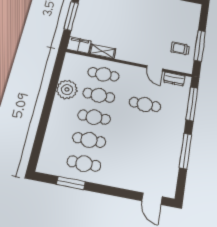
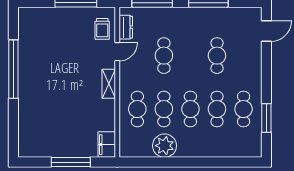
trolley: (180, 49) -> (102, 29), moved
shelving: (103, 51) -> (109, 84), moved
cafe table: (137, 149) -> (217, 56), added

